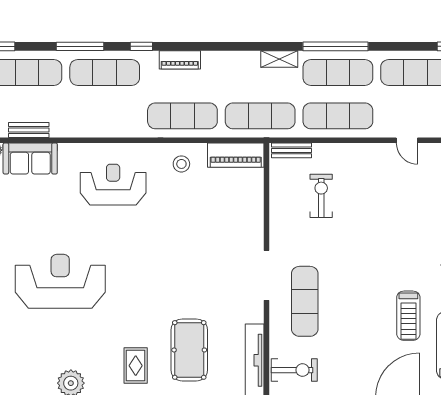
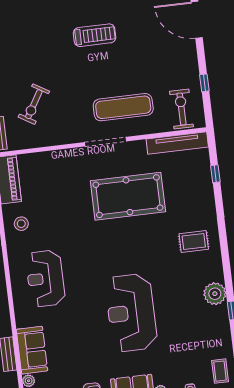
exercise bike: (321, 196) -> (34, 104), turned -59
treadmill: (408, 316) -> (95, 35), moved
pool table: (189, 350) -> (128, 196), moved, width x1.36, depth x1.32

